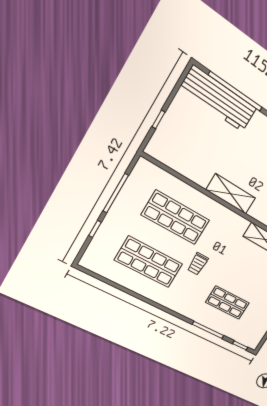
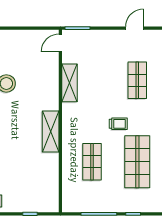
shop shelf: (176, 218) -> (92, 162), width x0.70, depth x0.74

